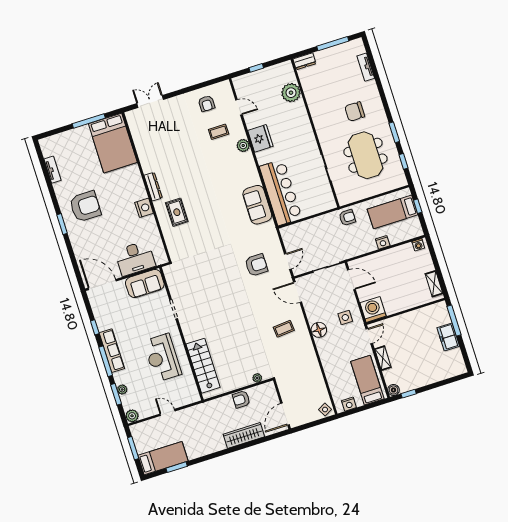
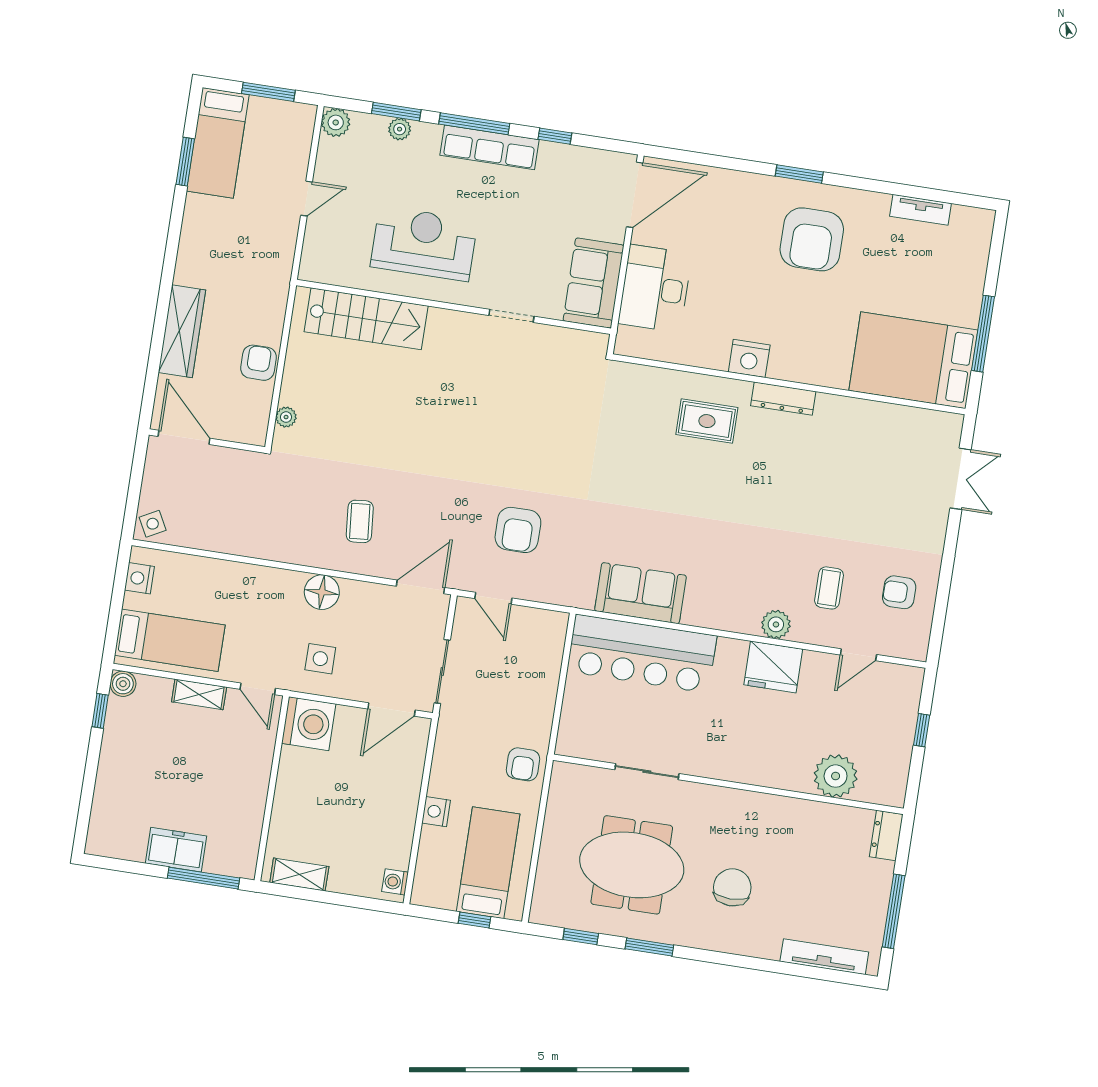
tv unit: (366, 67) -> (824, 957), width x1.41

